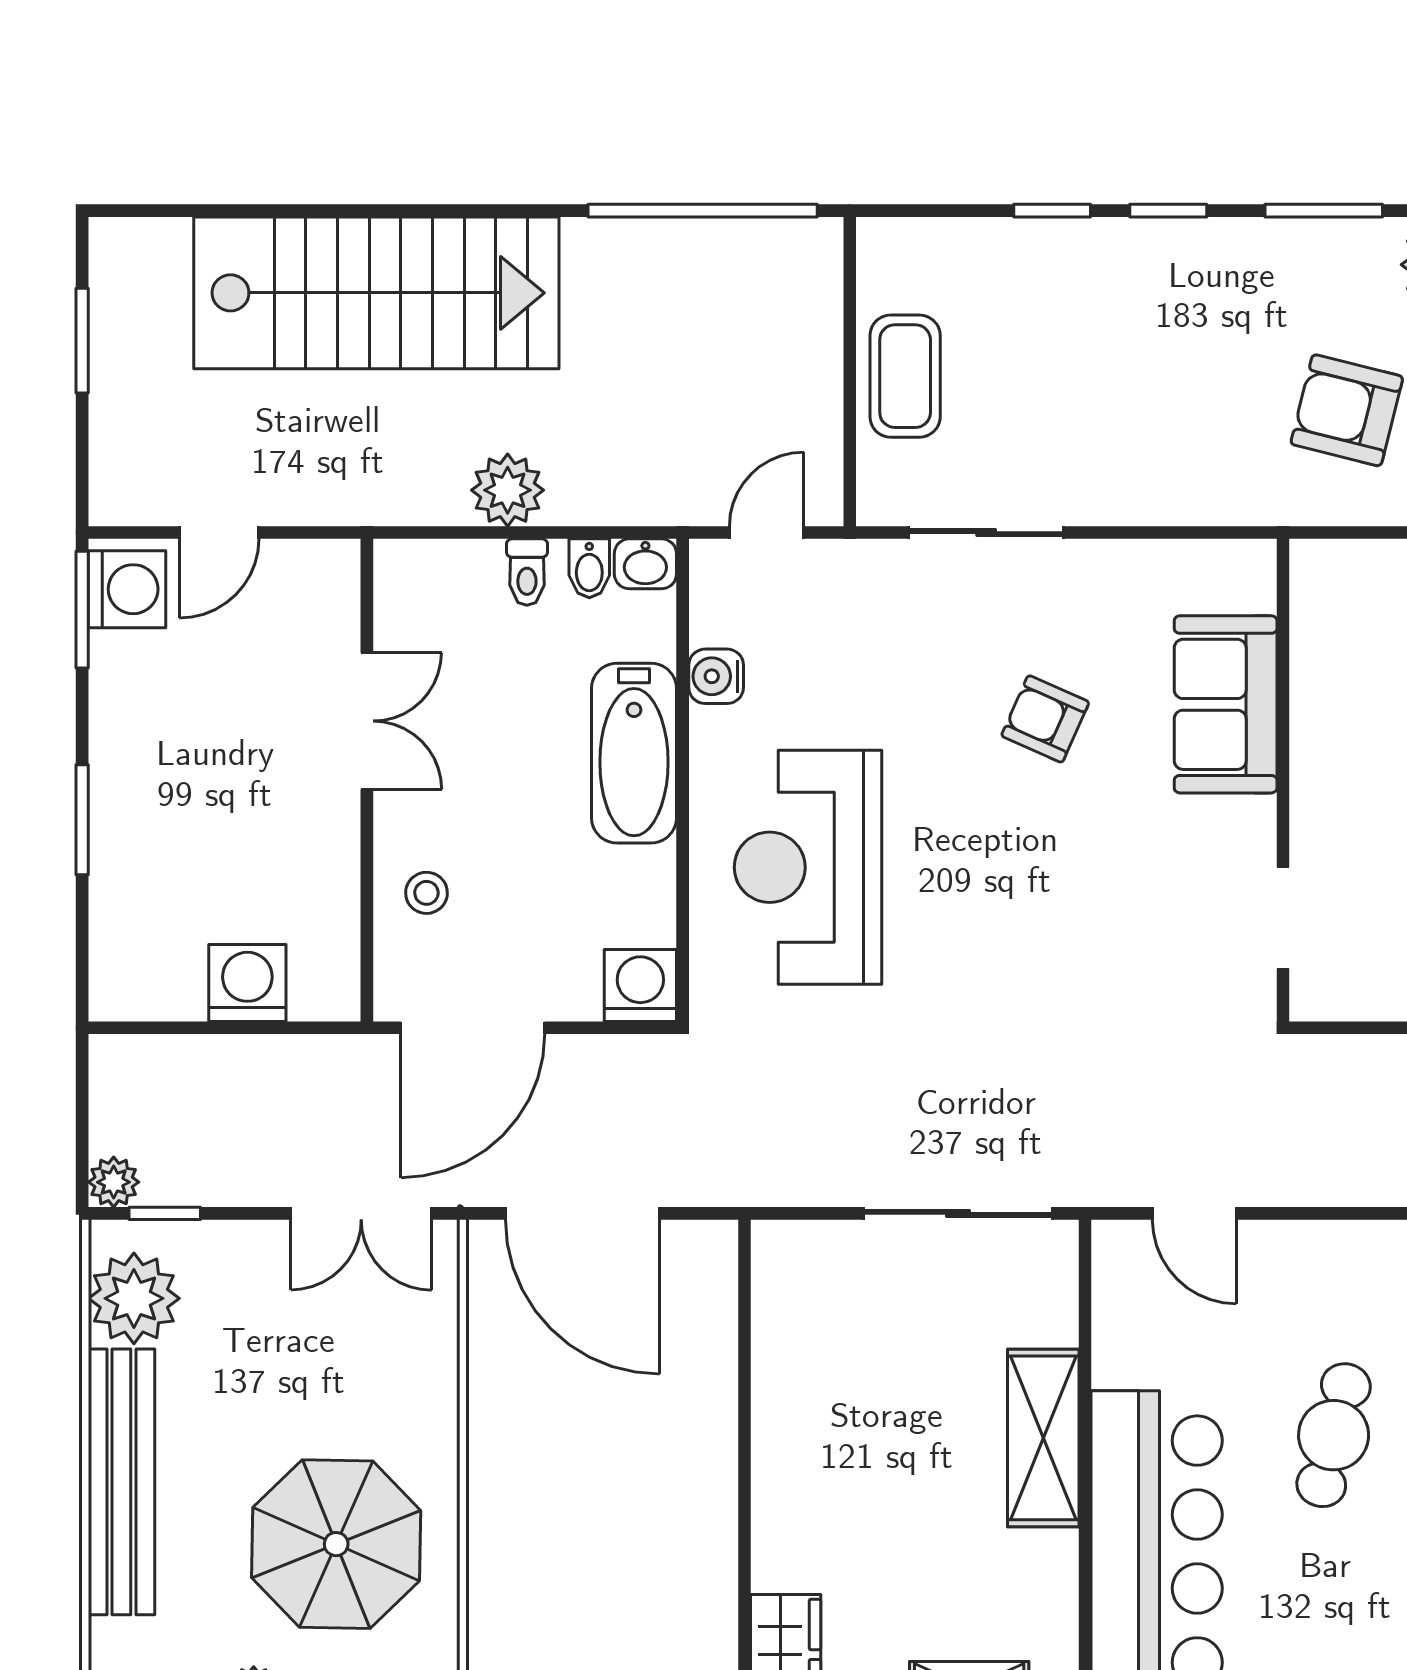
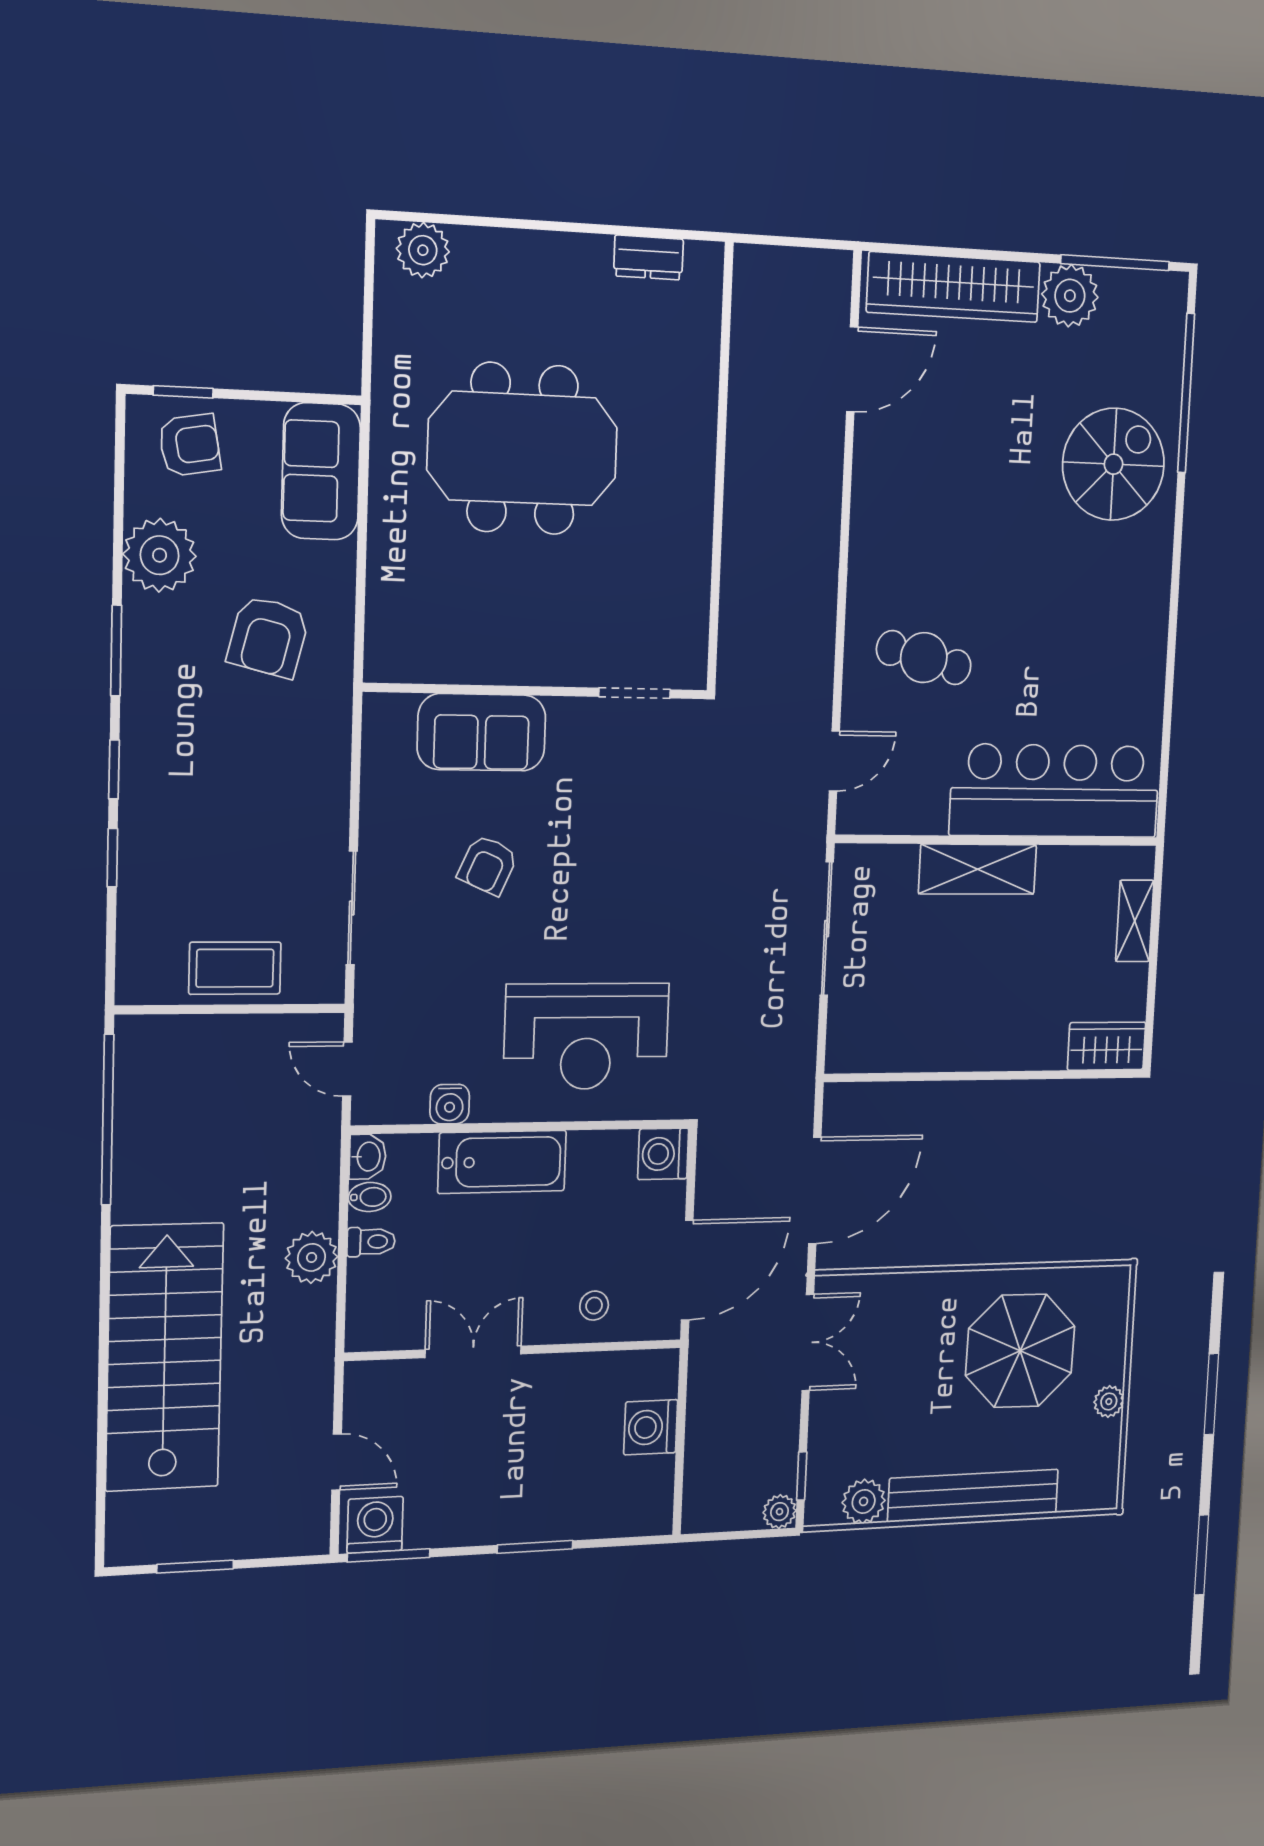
door: (473, 1028) -> (687, 1270), hinge flipped
plant: (134, 1298) -> (864, 1501), width x0.73, depth x0.73
cafe table: (1334, 1435) -> (924, 658), moved

